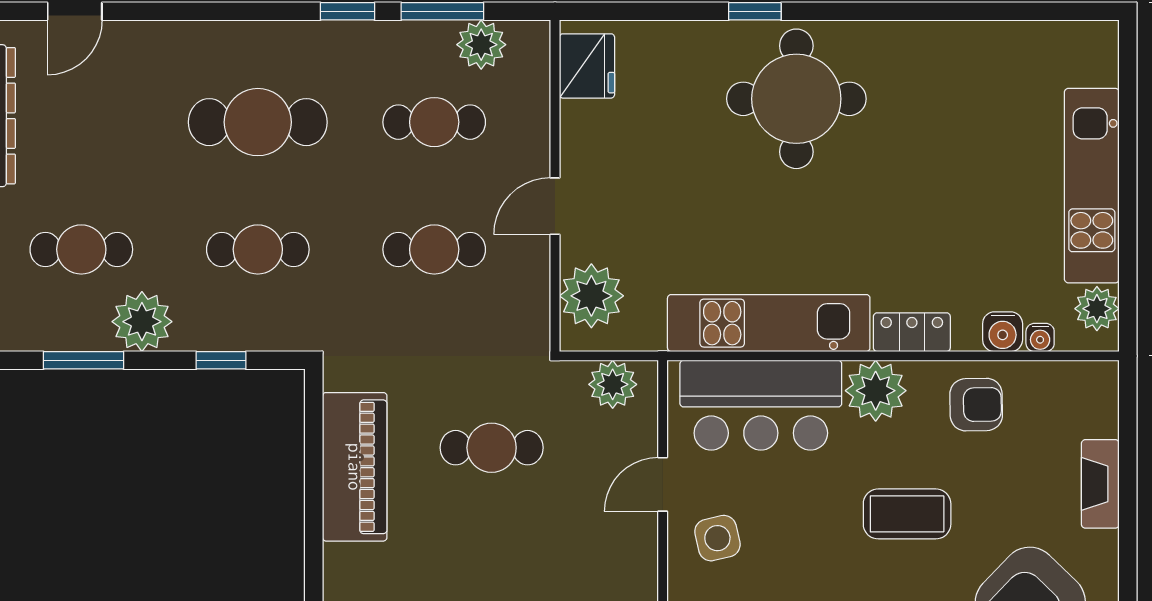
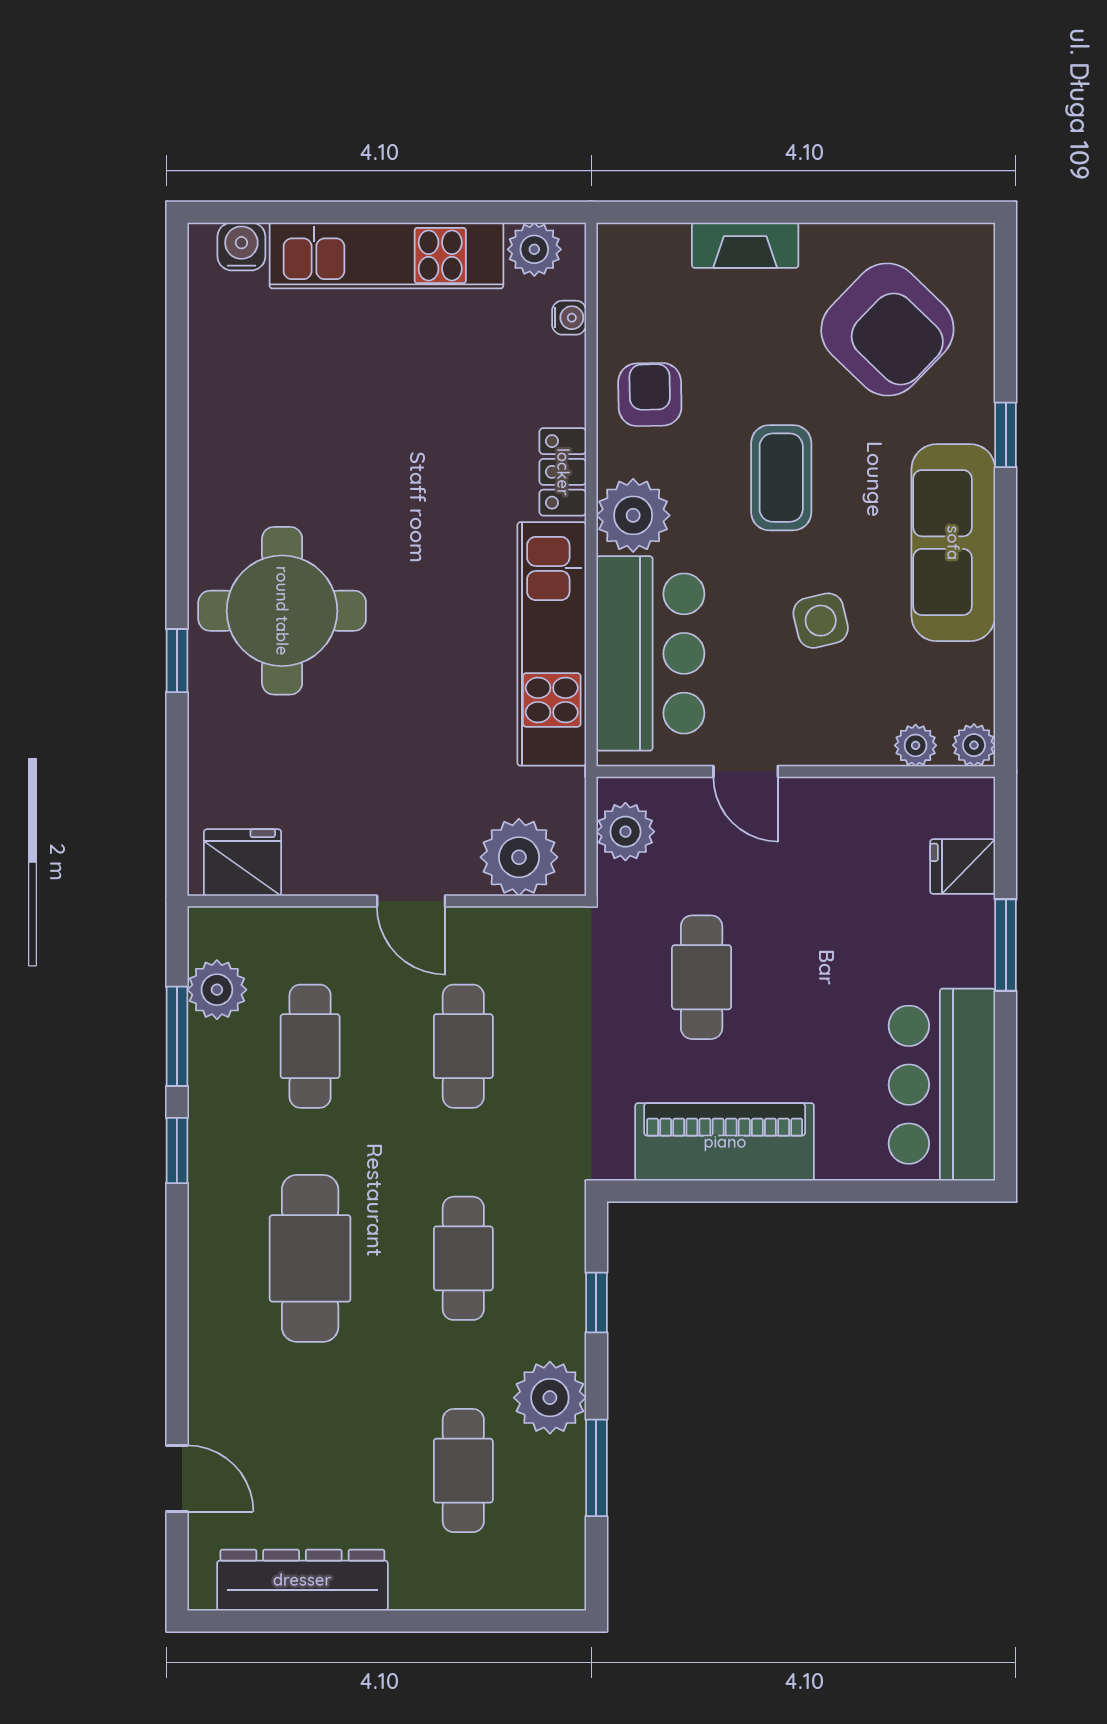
water cooler: (1003, 332) -> (241, 246), moved, turned -90
side table: (717, 538) -> (821, 621), moved

